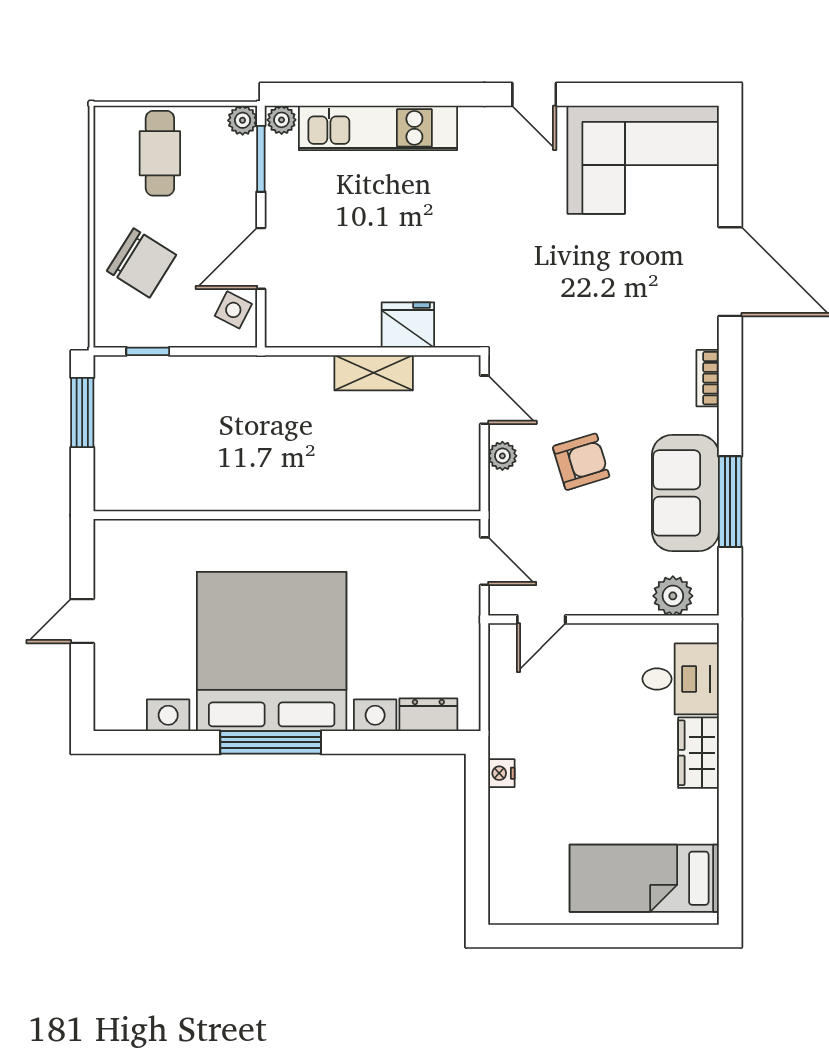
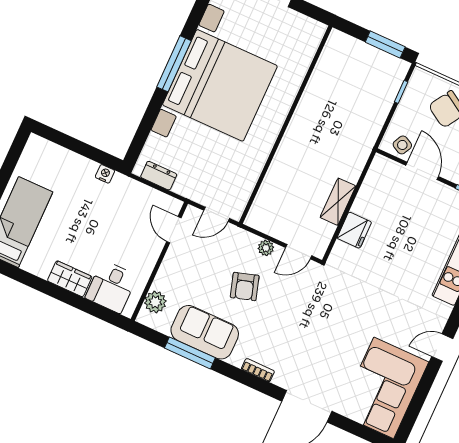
dresser: (428, 715) -> (159, 176), moved, turned -90

